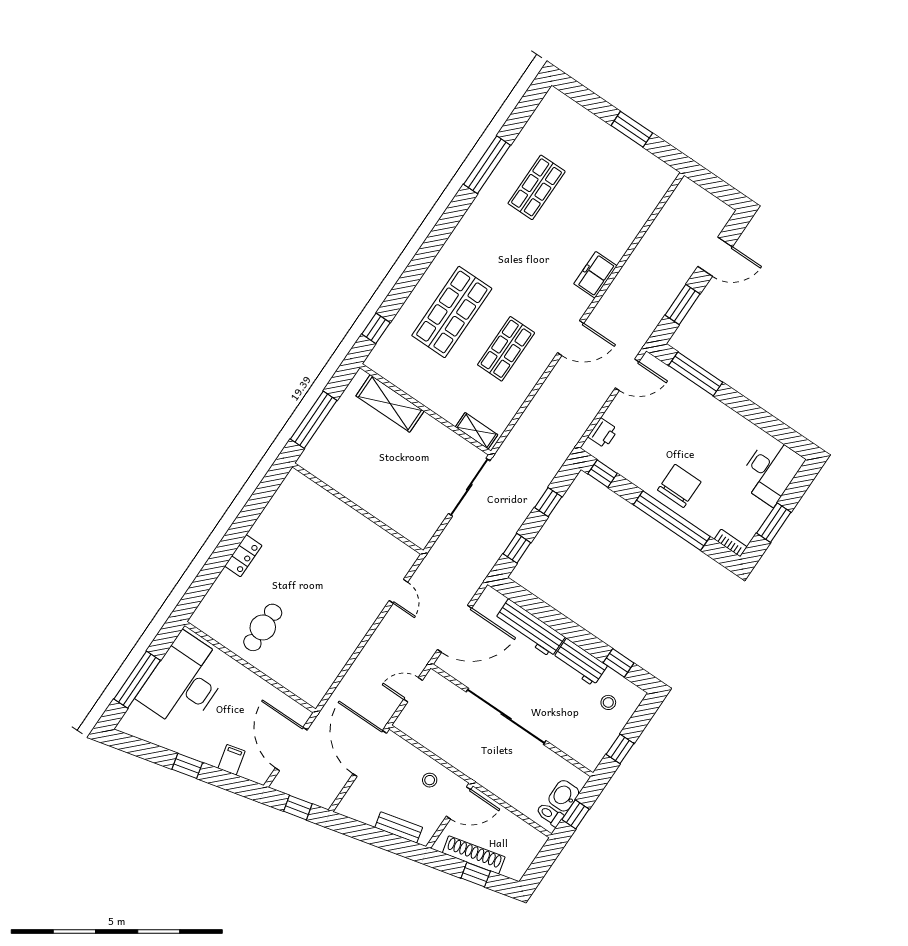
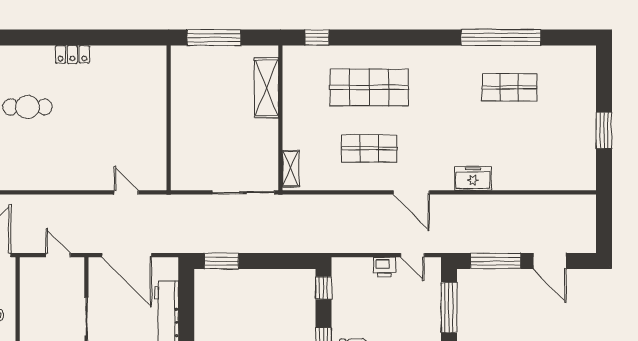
window: (487, 165) -> (501, 38), width x1.46
window: (683, 304) -> (496, 261), width x1.44
door: (627, 375) -> (412, 255), width x0.73
printer: (603, 433) -> (385, 267), moved
window: (548, 502) -> (273, 261), removed
window: (517, 548) -> (221, 261), width x1.50
door: (398, 591) -> (126, 192), swing flipped

